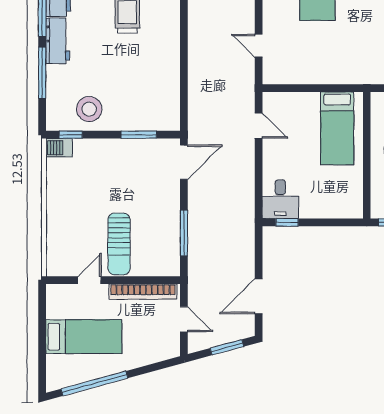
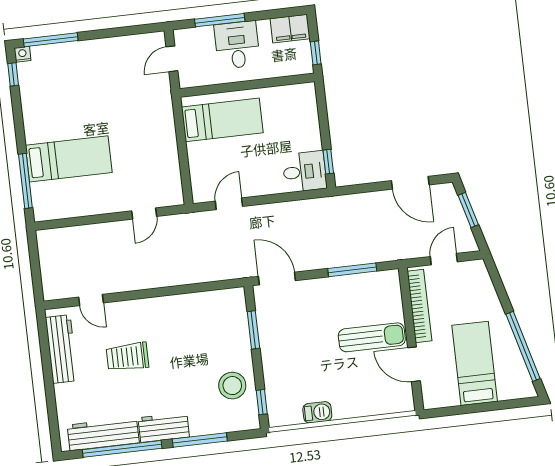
barbecue: (59, 148) -> (317, 412), moved, turned -90
door: (89, 280) -> (414, 364), width x1.38

